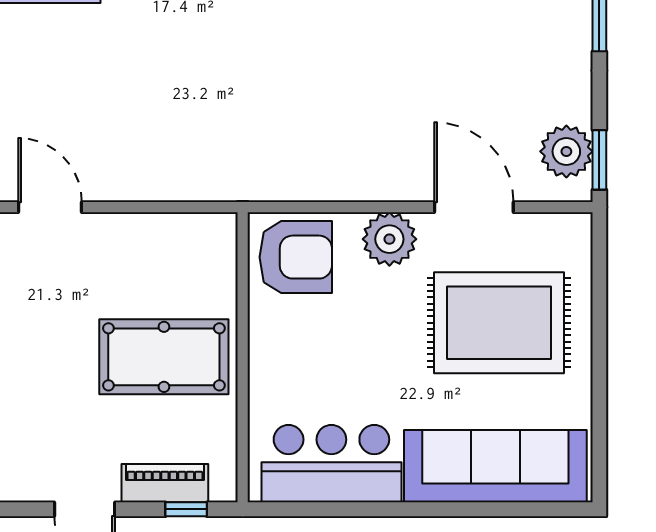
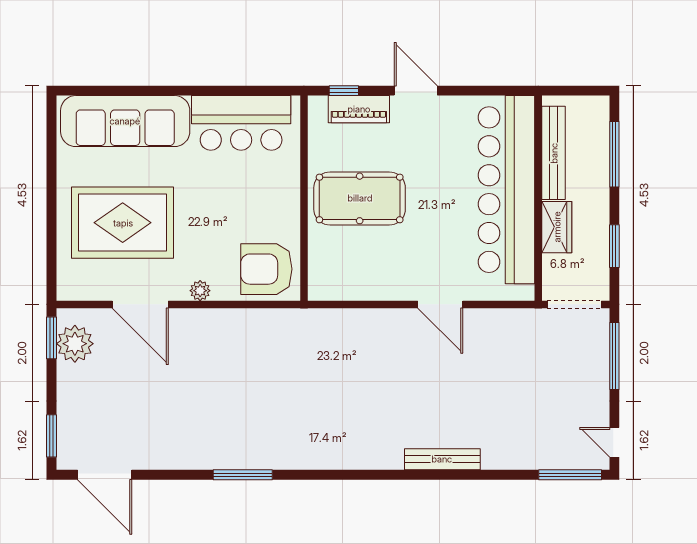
plant: (389, 239) -> (200, 291), width x0.53, depth x0.53

